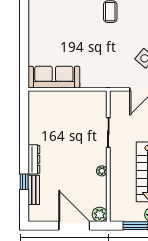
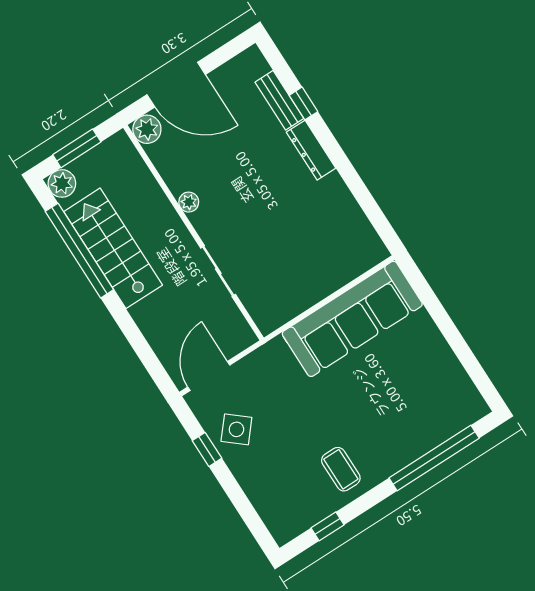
sofa: (54, 77) -> (352, 319), width x1.36, depth x1.27

